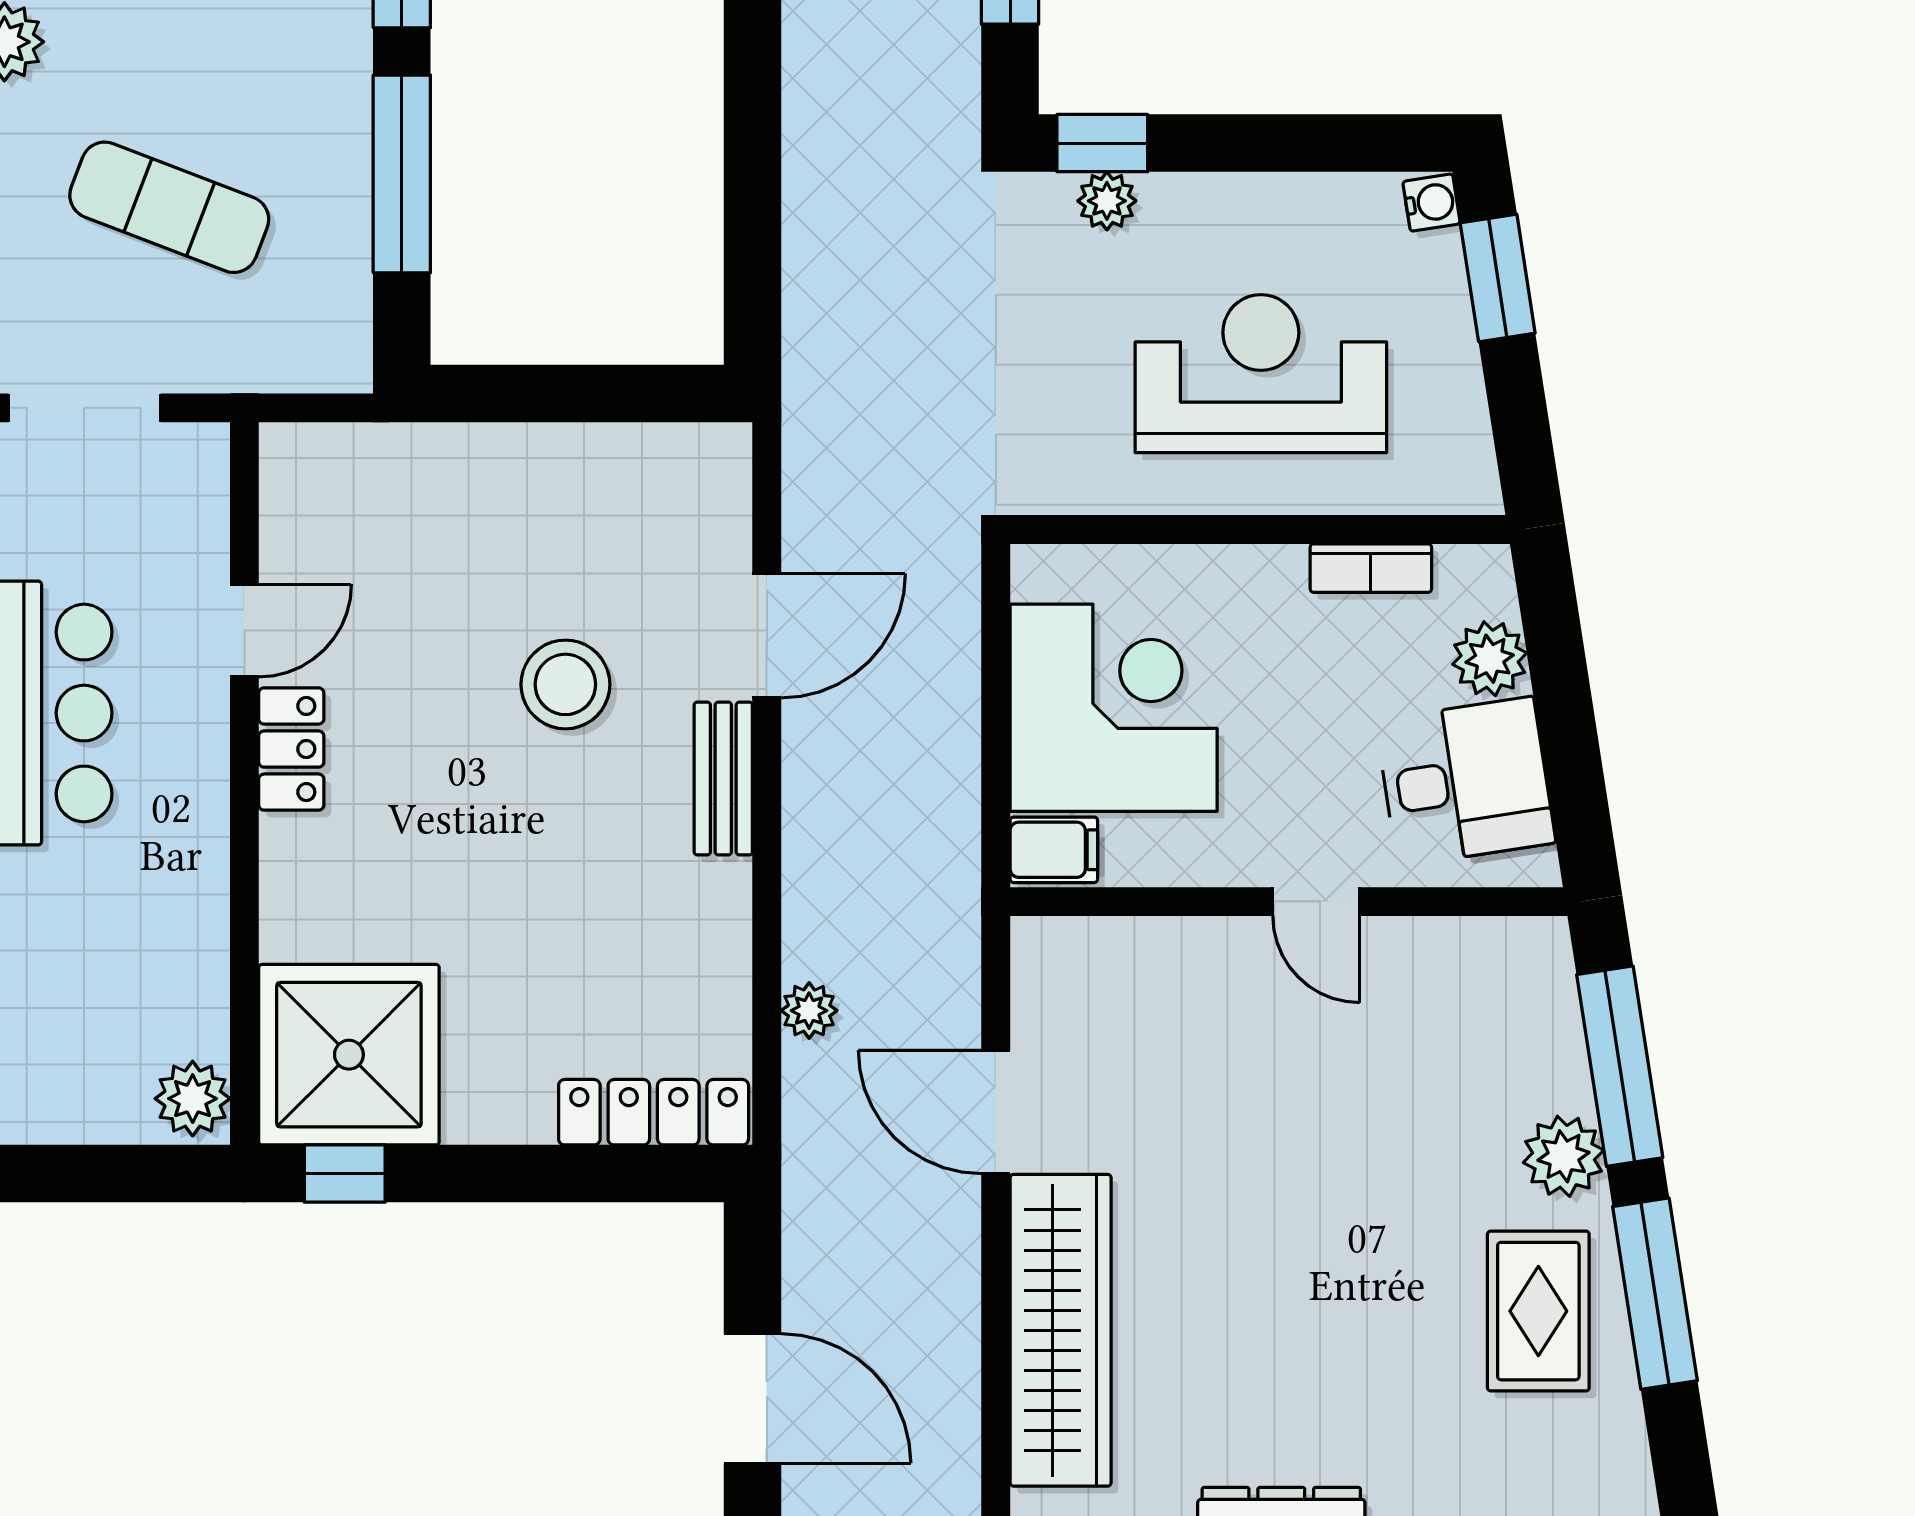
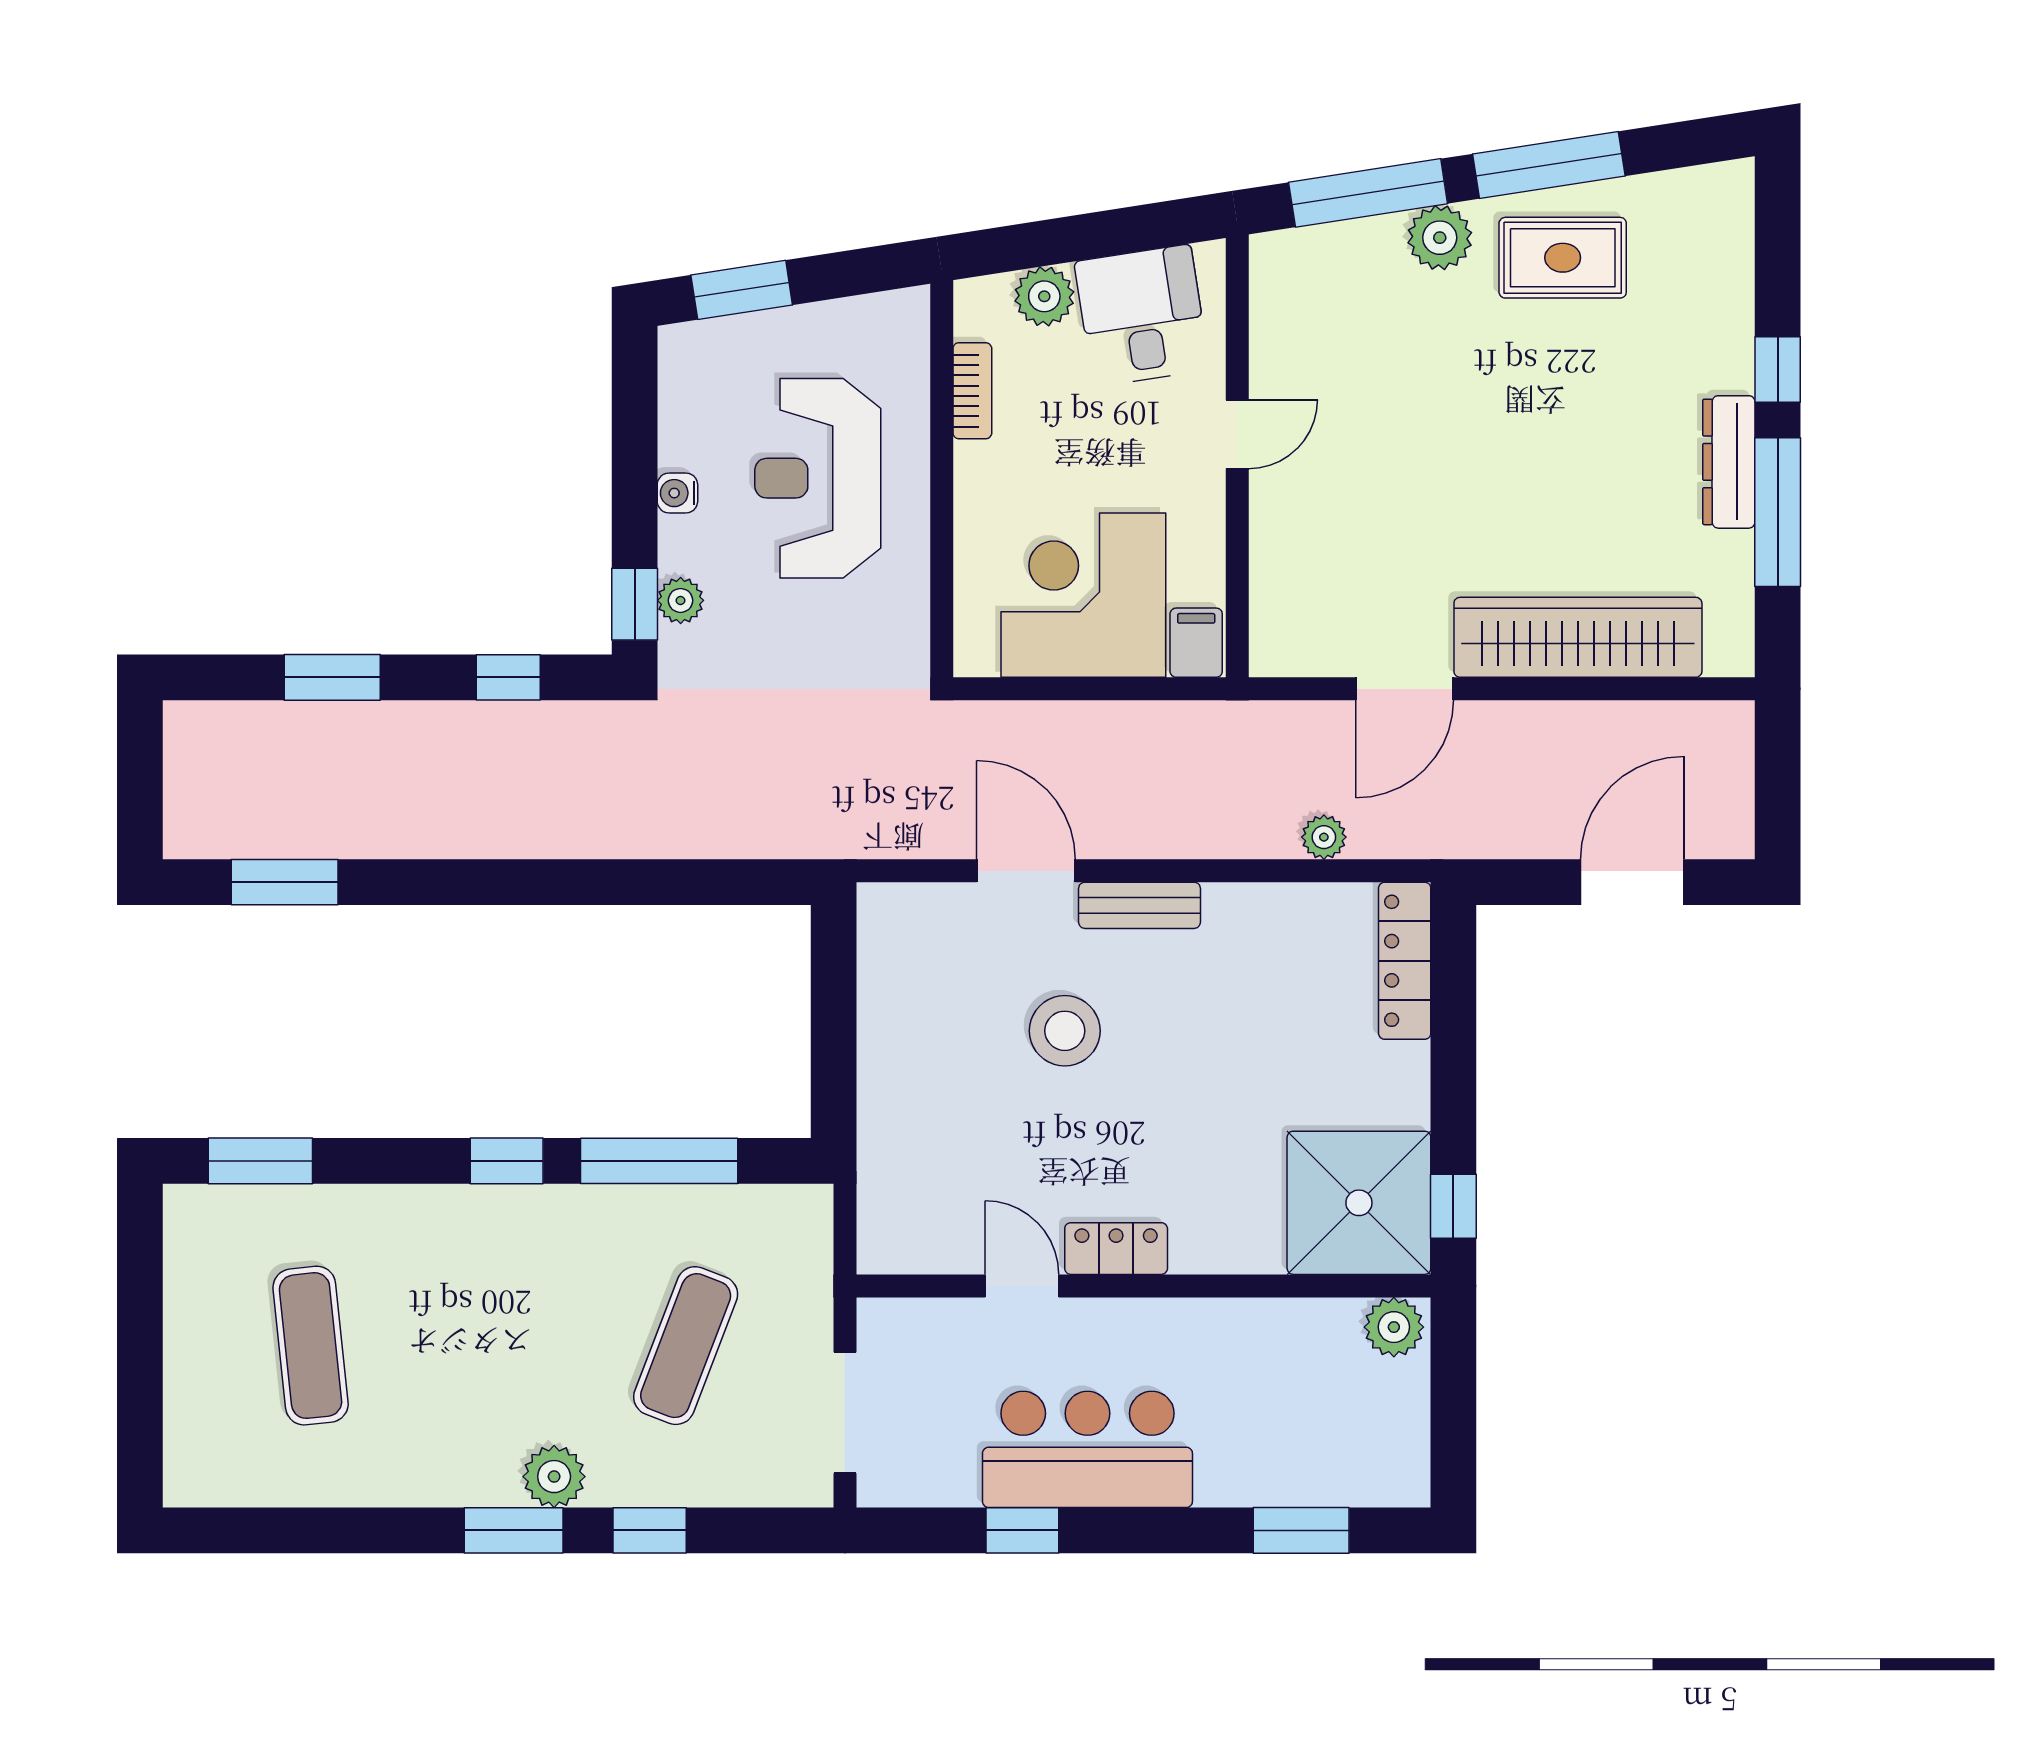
water cooler: (1431, 203) -> (677, 493), moved, turned -81

